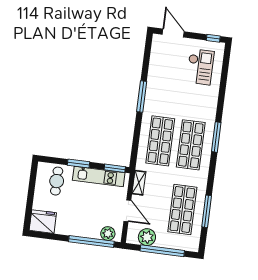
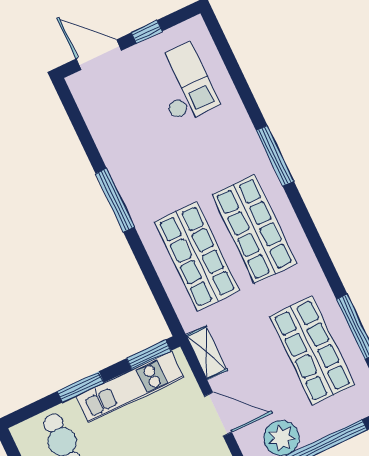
window: (213, 38) -> (147, 32), moved
window: (216, 137) -> (275, 156), moved

